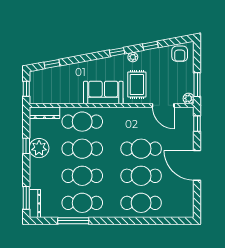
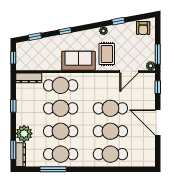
window: (117, 52) -> (65, 31), moved
door: (163, 105) -> (129, 72), hinge flipped
plant: (39, 148) -> (24, 134), moved

